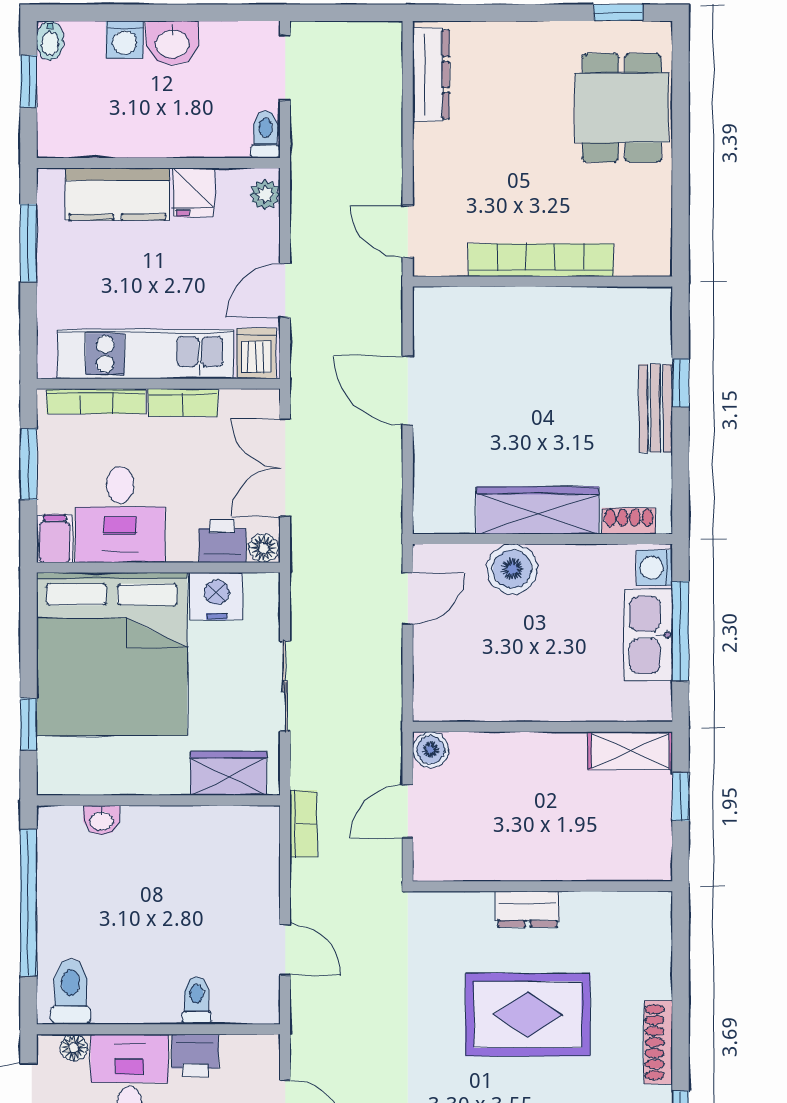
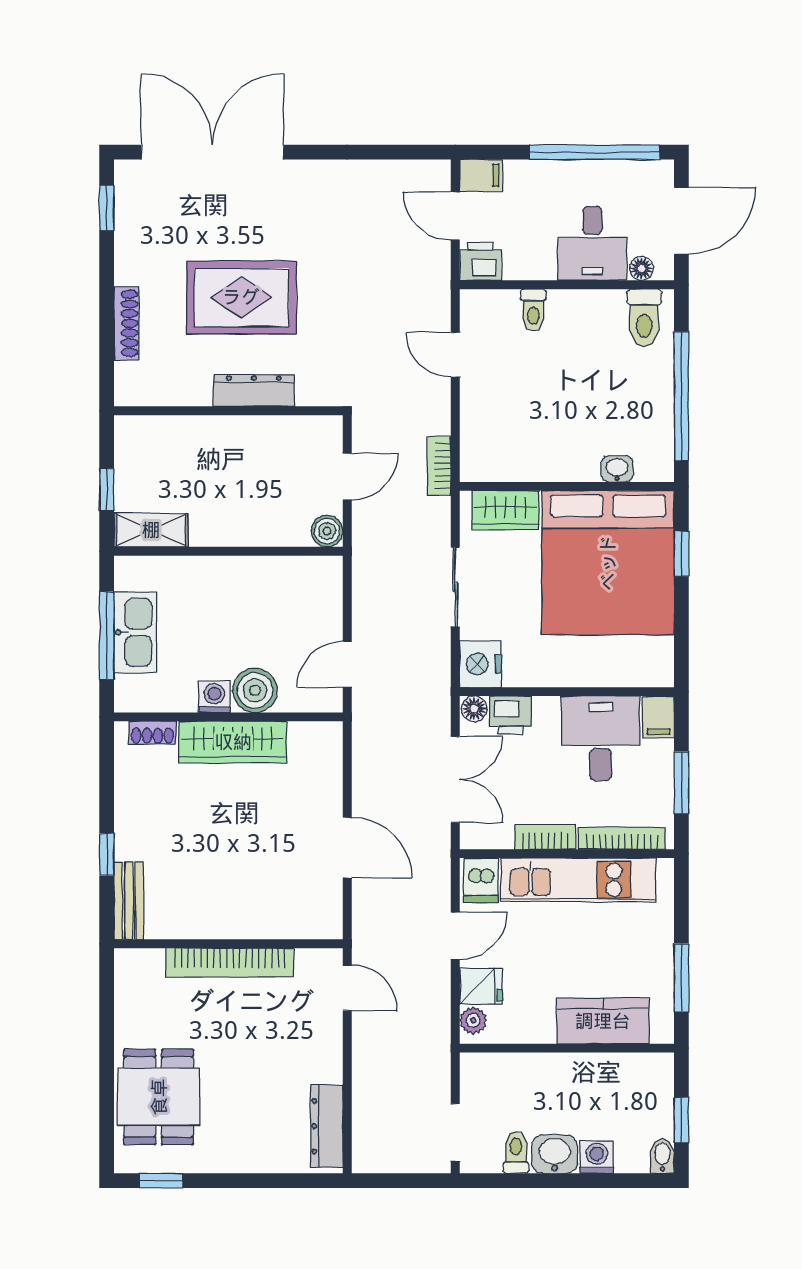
toilet: (266, 134) -> (516, 1152), moved, turned 180
fridge: (193, 192) -> (481, 986), moved, turned 90
bench: (656, 408) -> (129, 901), moved
washing machine: (655, 568) -> (214, 697), moved, turned -90
nightstand: (217, 596) -> (480, 664), moved, turned 90
bed: (112, 654) -> (608, 563), moved, turned 180
dresser: (528, 909) -> (254, 391), width x1.44
shoe rack: (658, 1042) -> (126, 323), moved
printer: (195, 1055) -> (480, 262), moved

